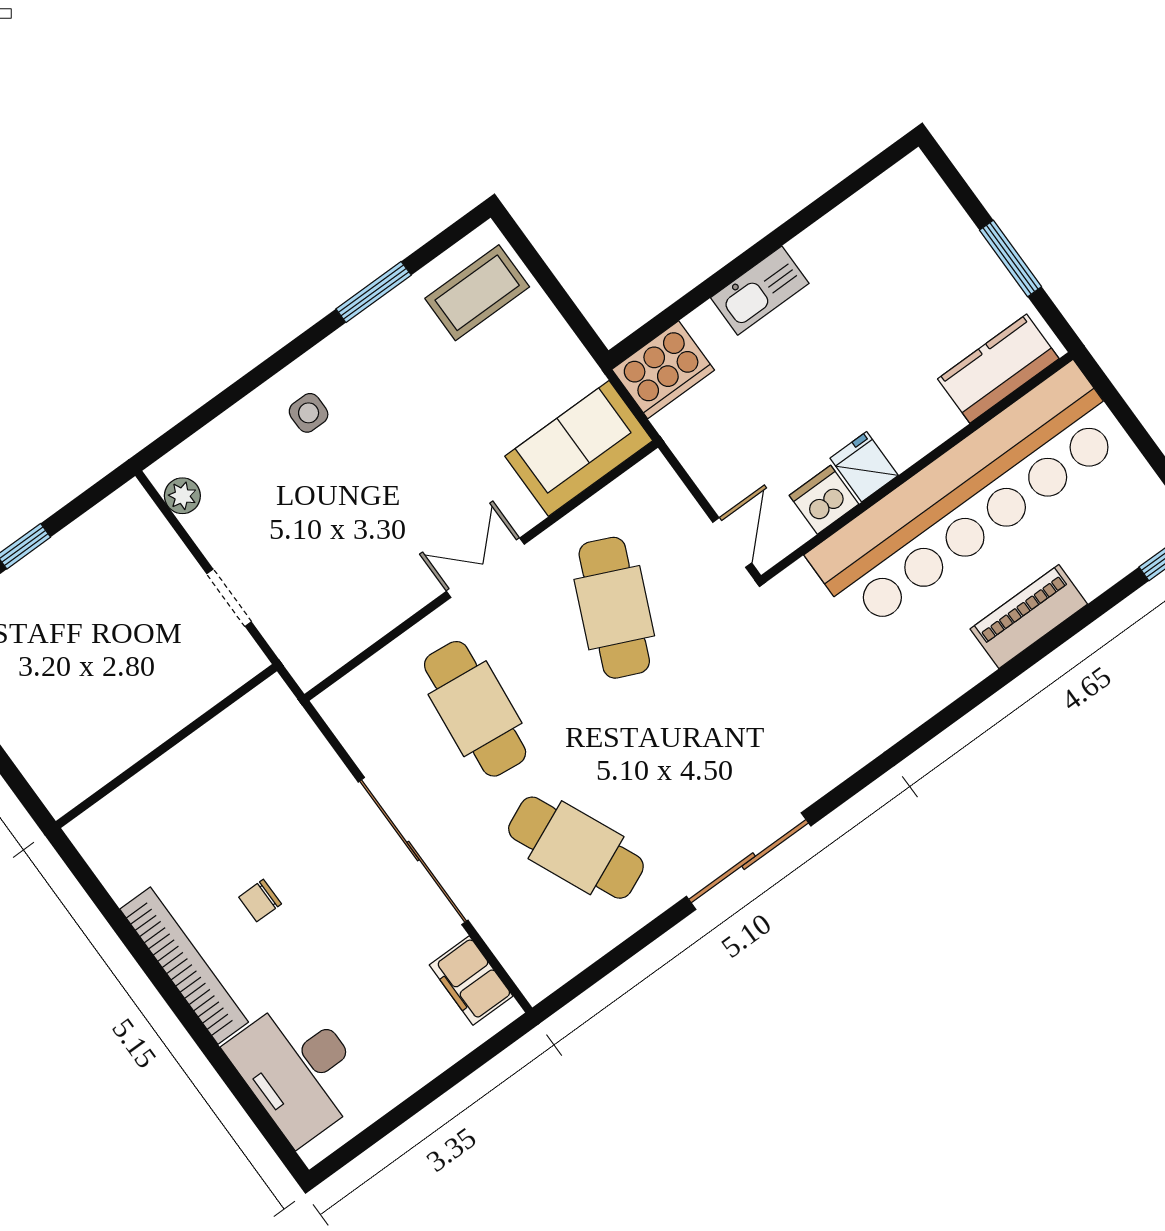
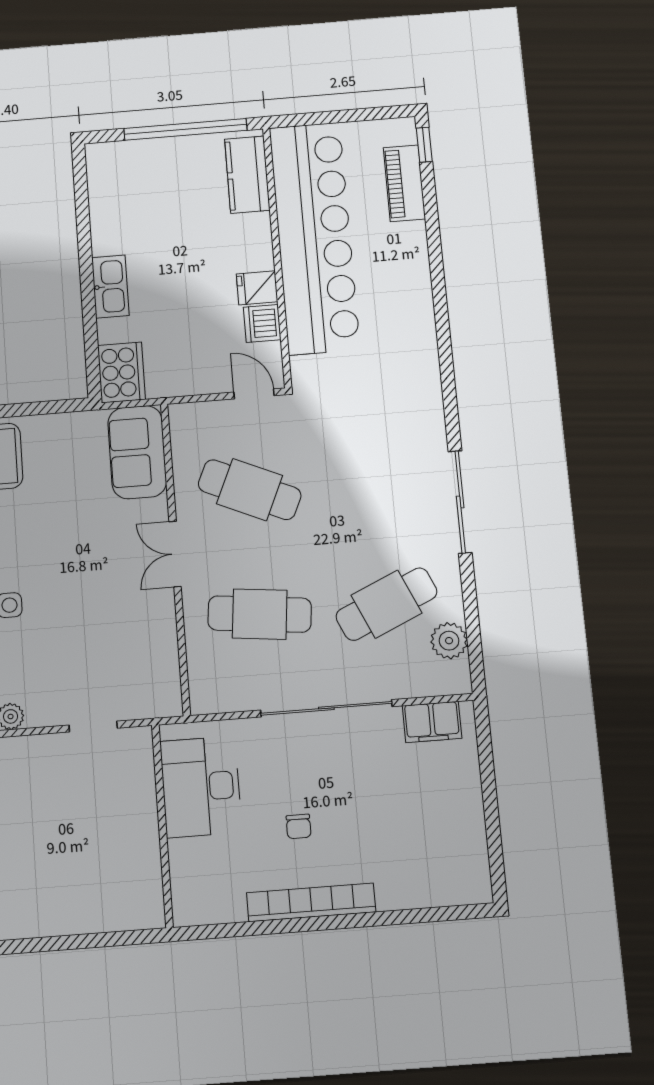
window: (1011, 258) -> (185, 129), width x2.11
piano: (1029, 617) -> (404, 183), moved
plant: (577, 945) -> (449, 641), added
desk: (299, 1069) -> (201, 787), moved, turned 90

